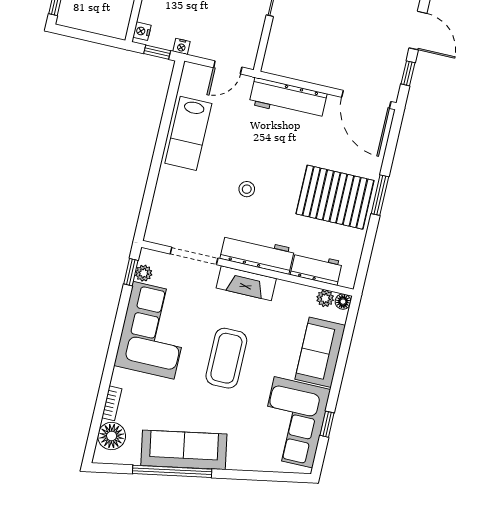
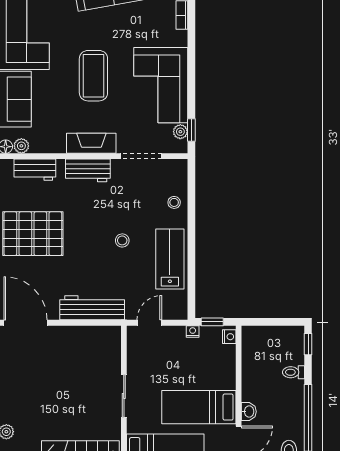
stool: (247, 189) -> (122, 240), moved
stool: (169, 196) -> (174, 202), added
workbench: (257, 254) -> (88, 170), width x0.73

